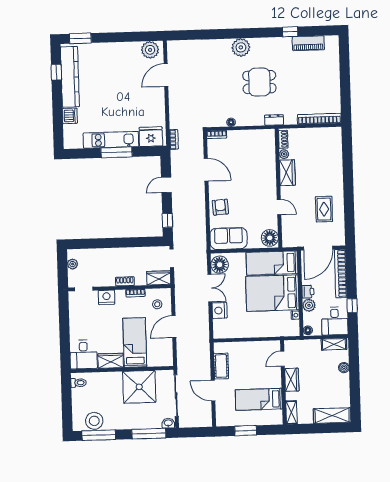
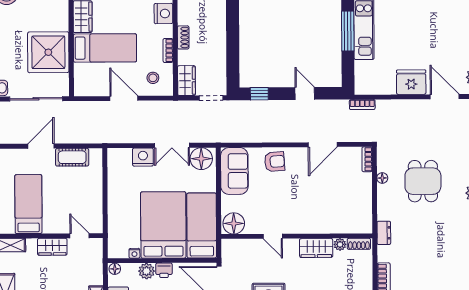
dining table: (259, 82) -> (423, 181), moved
fridge: (151, 137) -> (411, 82), moved, turned -90
door: (279, 207) -> (273, 236), hinge flipped

